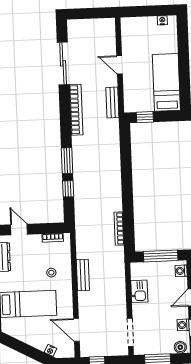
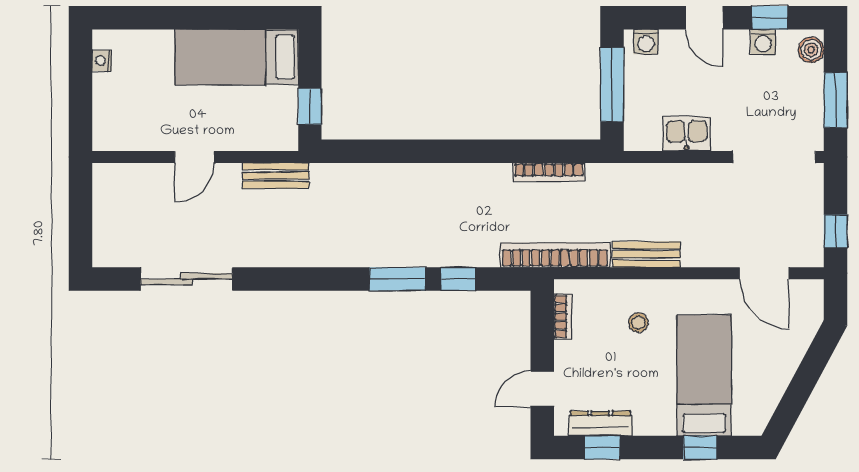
bookcase: (76, 110) -> (555, 255), moved
door: (76, 330) -> (764, 273), hinge flipped
doorway: (130, 332) -> (774, 157), width x1.36
nightstand: (50, 350) -> (807, 331), removed

